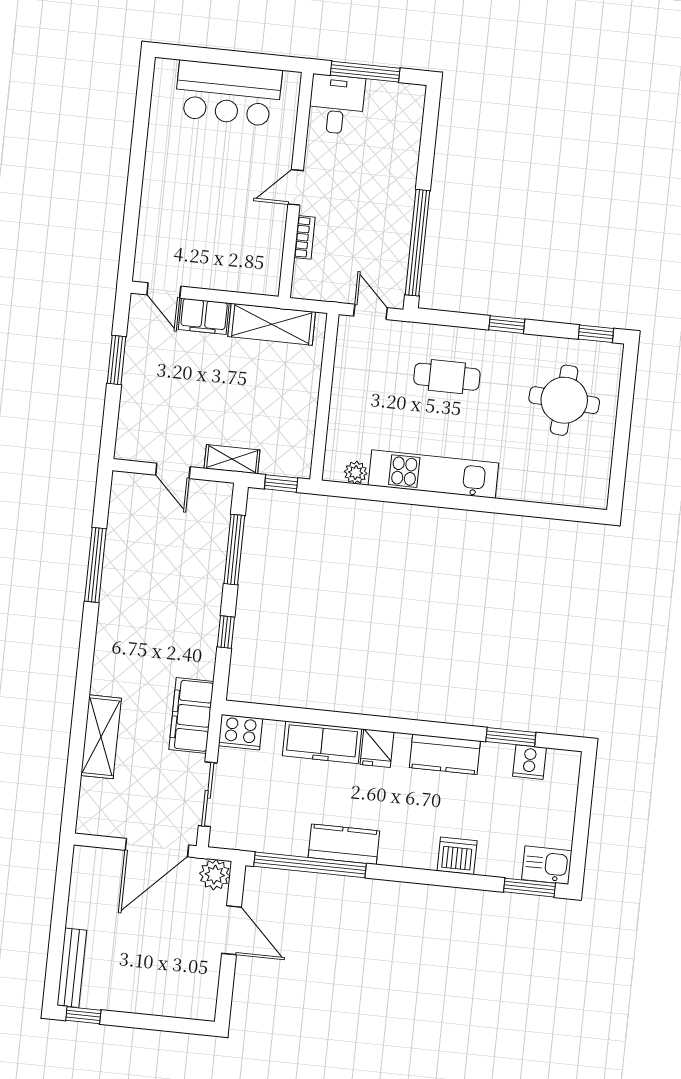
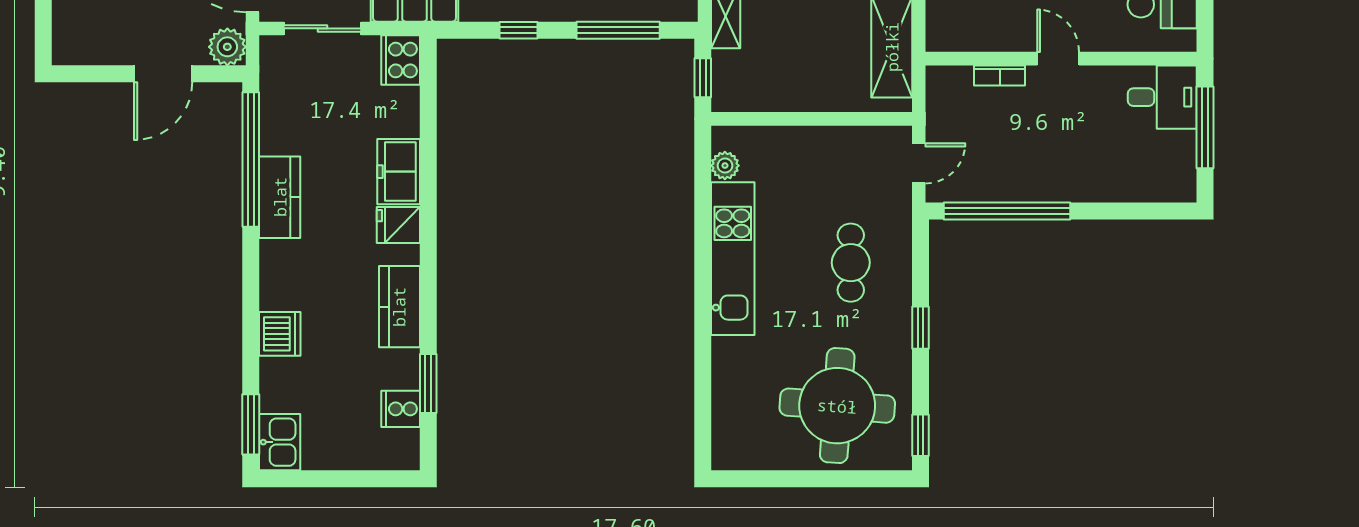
round table: (564, 400) -> (837, 406), width x1.36, depth x1.36
freezer: (322, 742) -> (399, 172), width x0.71

